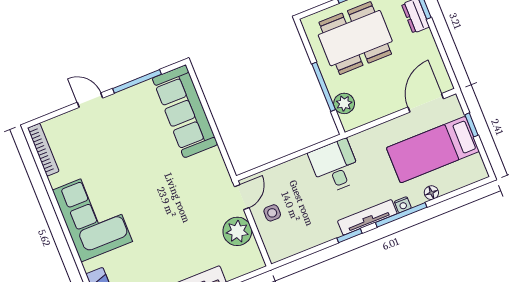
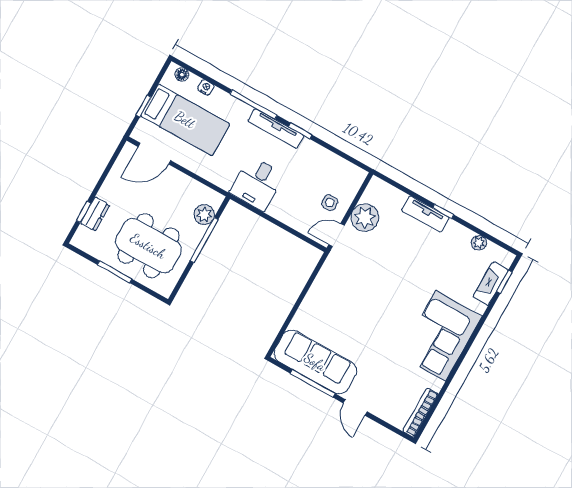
sofa: (185, 111) -> (315, 362), moved, turned -90
floor lamp: (431, 193) -> (182, 74), moved
nightstand: (403, 205) -> (206, 87), moved

